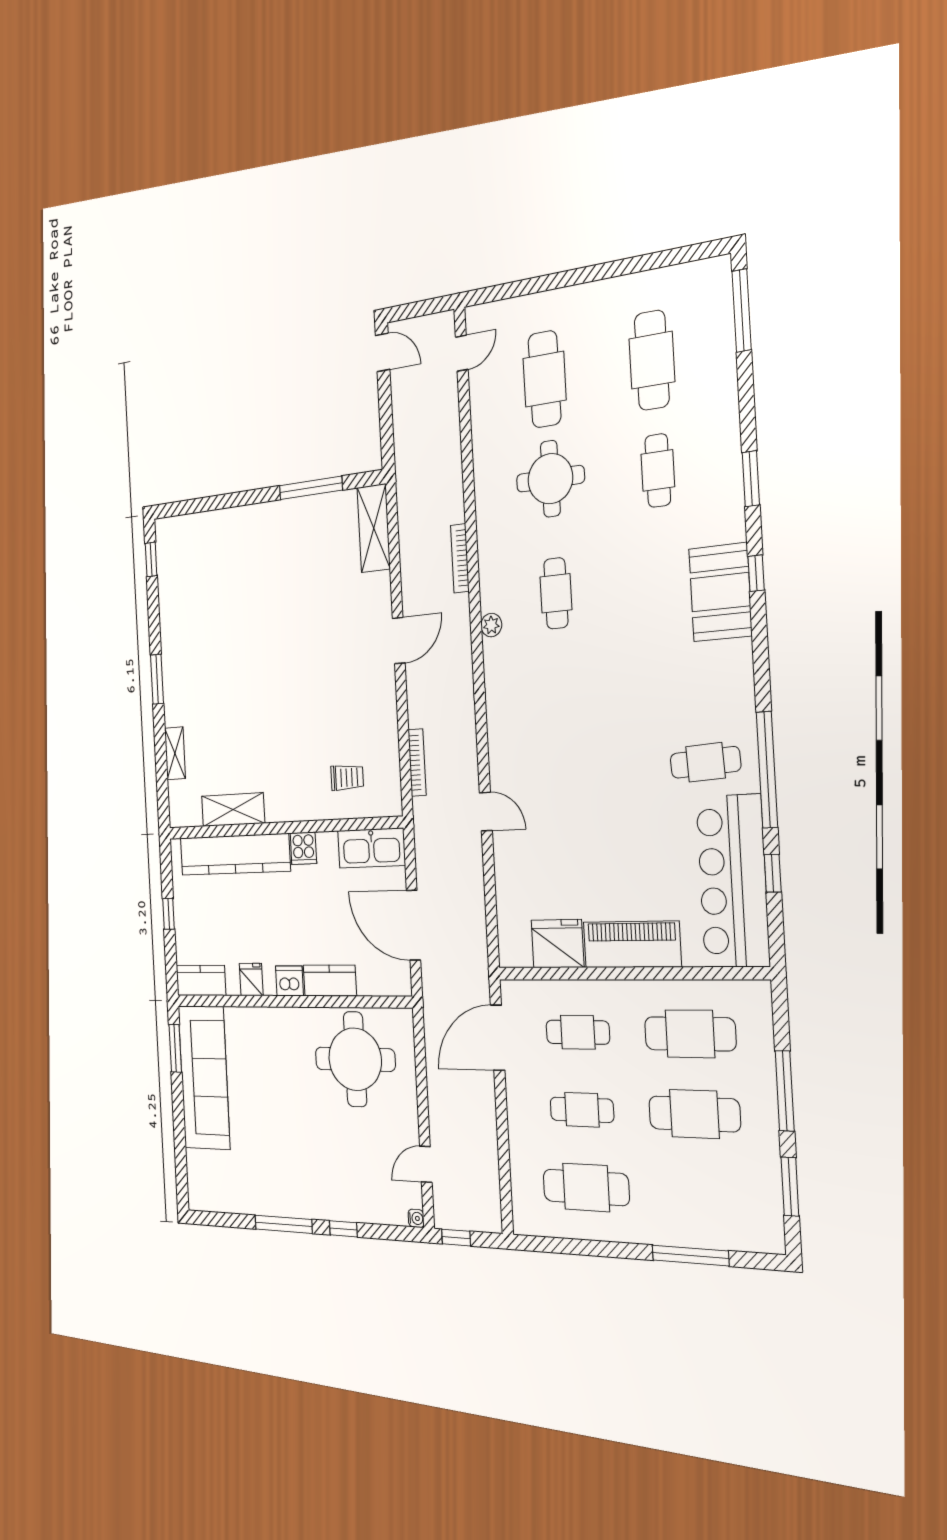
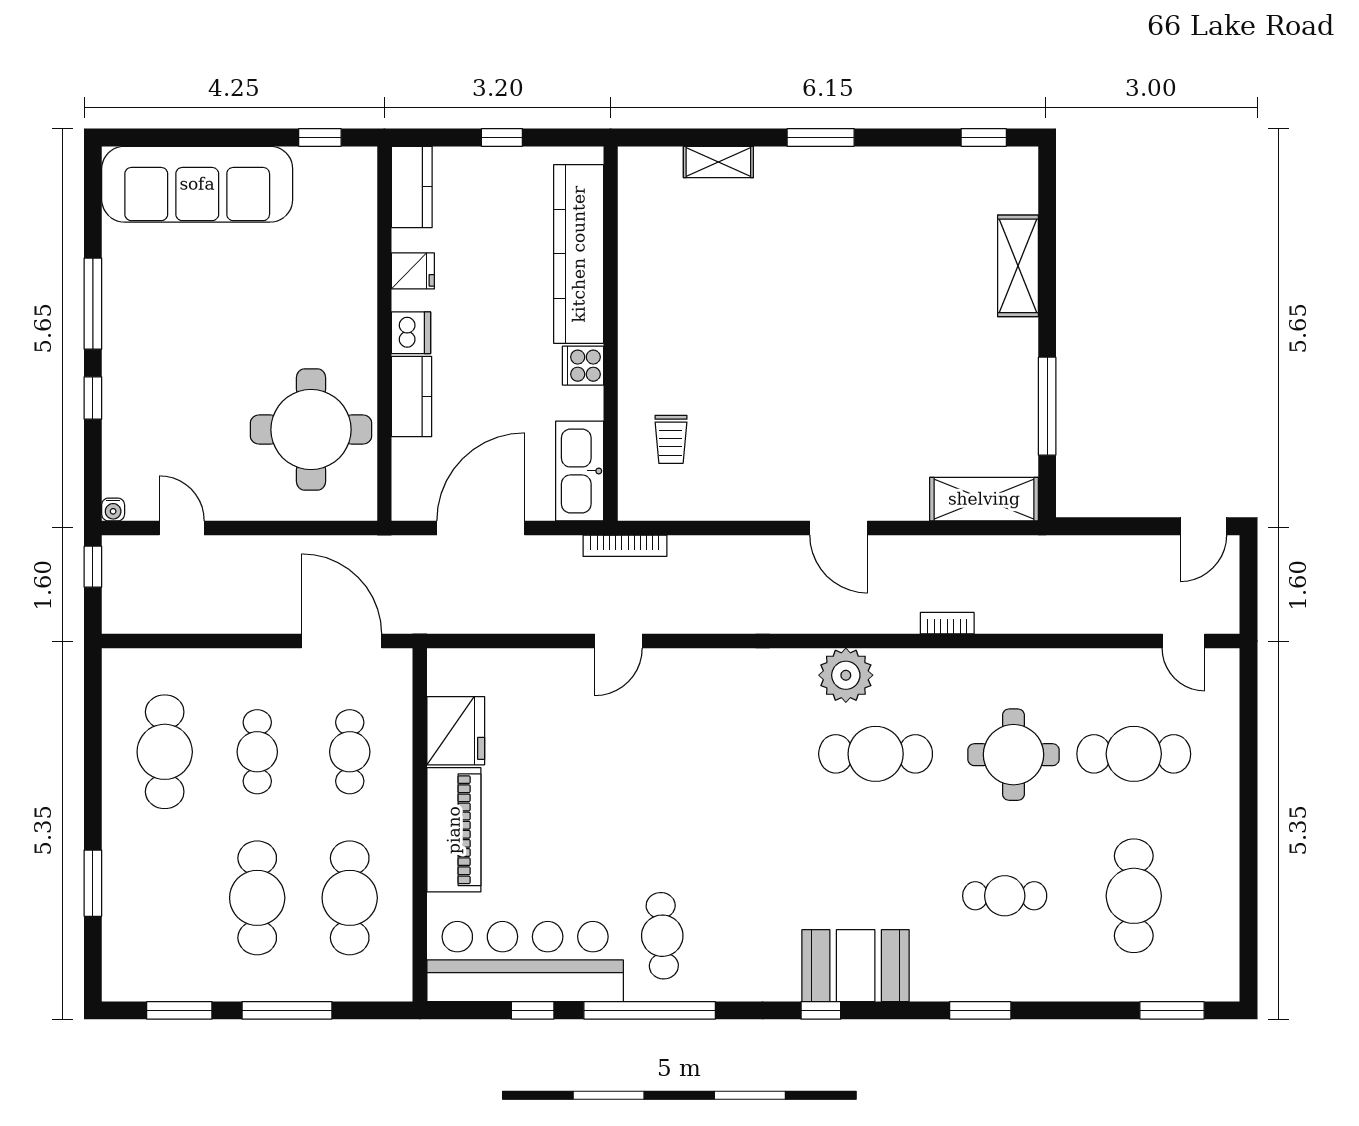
window: (742, 310) -> (1172, 1010), width x0.69
cafe table: (652, 360) -> (1134, 896), turned 90
bookcase: (460, 558) -> (947, 623), width x0.64
window: (756, 573) -> (821, 1010), moved
cafe table: (556, 593) -> (876, 754), width x1.37, depth x1.35
plant: (491, 625) -> (846, 675), width x1.88, depth x1.88
bookcase: (417, 763) -> (625, 546), moved
shelving: (233, 810) -> (1018, 266), moved
window: (175, 1048) -> (320, 137), width x0.67
sofa: (204, 1077) -> (197, 184), moved
window: (690, 1256) -> (93, 883), width x0.69

